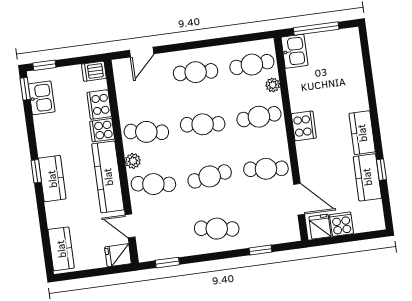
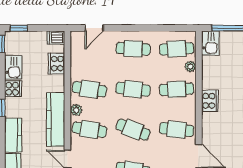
kitchen sink: (42, 98) -> (13, 67), moved
cooker: (102, 130) -> (13, 89), moved, turned 180
cafe table: (210, 176) -> (133, 130), turned 30
kitchen counter: (52, 179) -> (13, 135), moved

